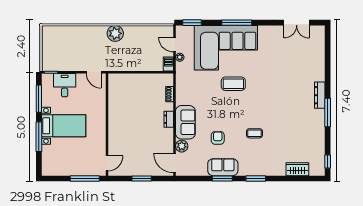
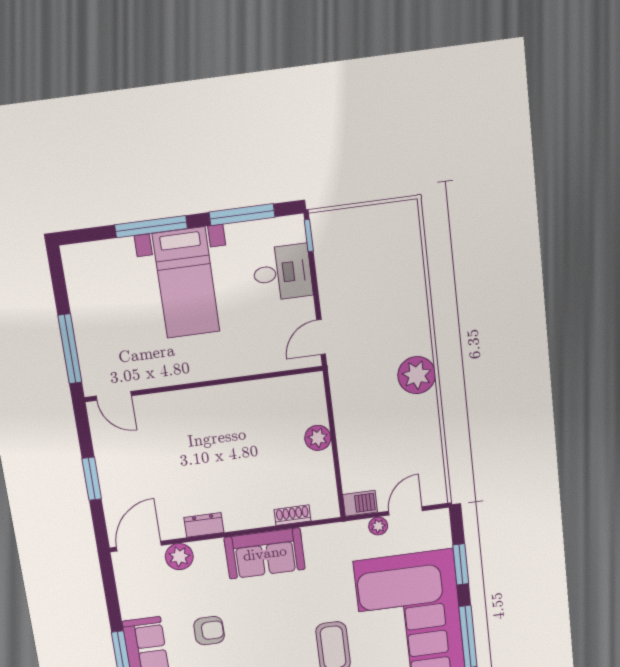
window: (192, 23) -> (461, 564), moved
plant: (137, 79) -> (318, 438), added
dresser: (169, 119) -> (204, 525), moved
sofa: (185, 122) -> (265, 553), moved

